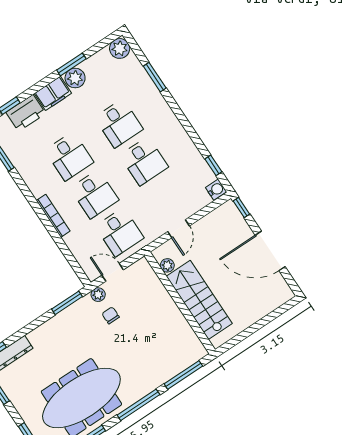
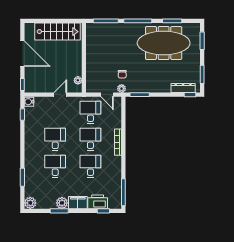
stairs: (199, 300) -> (57, 32), moved, turned -90

